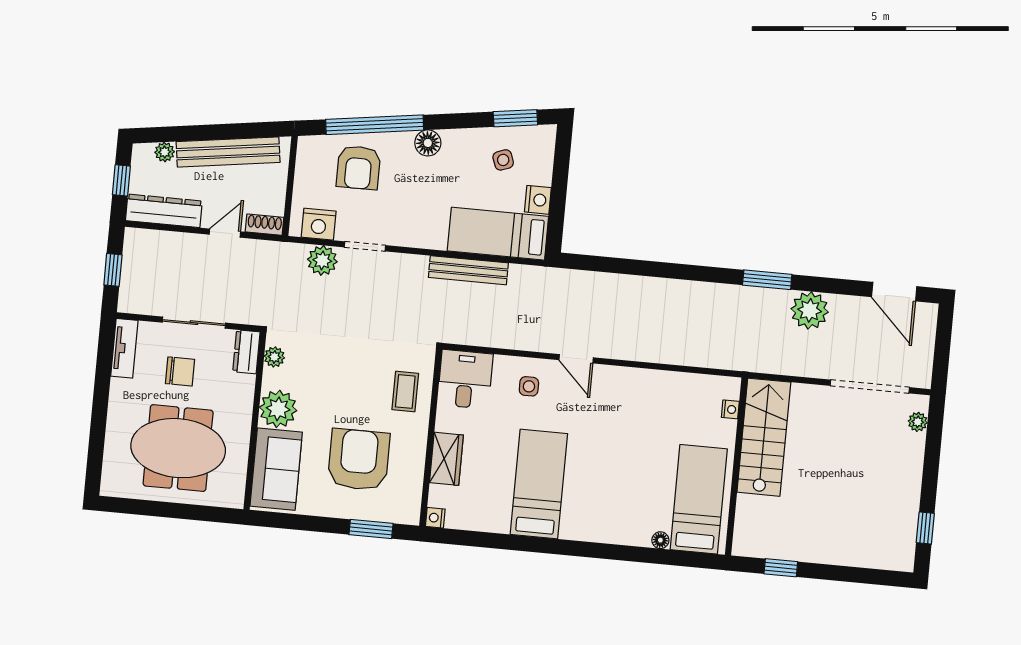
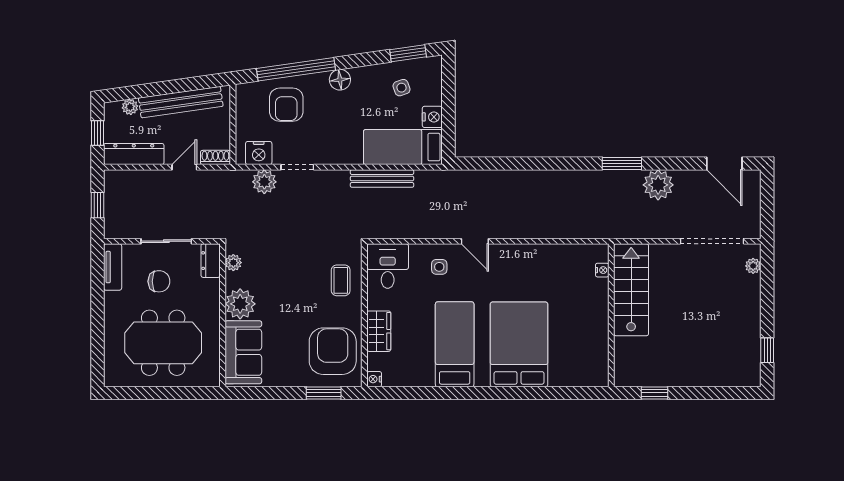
armchair: (359, 460) -> (333, 351), moved
bed: (699, 499) -> (519, 344), moved, width x1.50
floor lamp: (660, 540) -> (556, 380), removed

